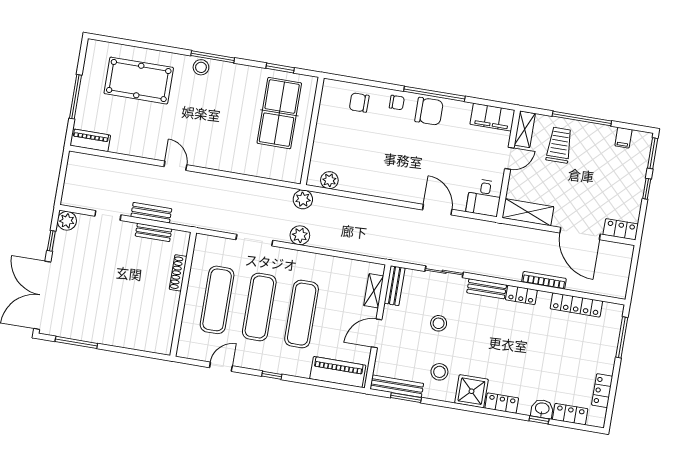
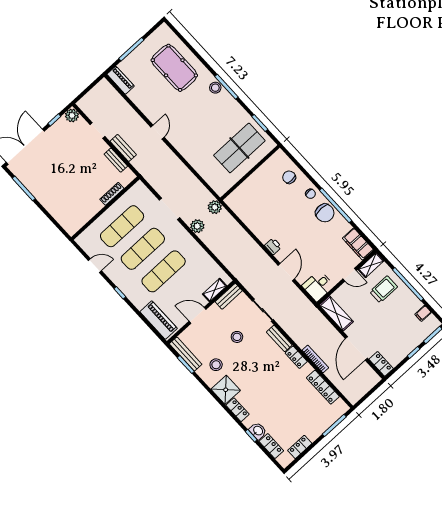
plant: (329, 180) -> (238, 208), removed
printer: (401, 192) -> (273, 246), added

